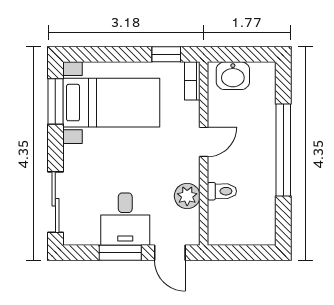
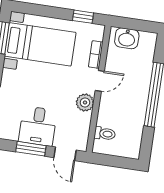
bookcase: (192, 81) -> (96, 54), moved
toilet: (222, 191) -> (105, 134), moved
plant: (187, 196) -> (85, 102), moved

